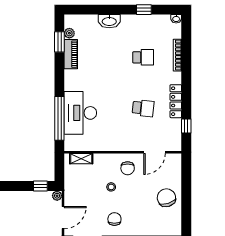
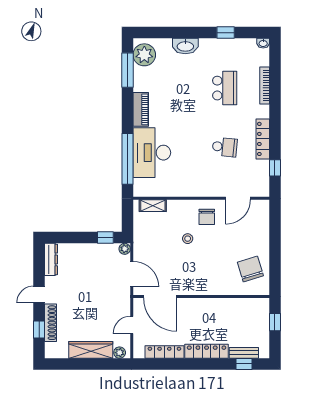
plant: (69, 33) -> (144, 55), width x1.88, depth x1.88
window: (59, 42) -> (127, 70), width x1.44
piano: (71, 54) -> (141, 109), moved
school desk: (143, 57) -> (225, 88), width x1.85
chair: (166, 198) -> (250, 269), moved
door: (63, 218) -> (132, 274), hinge flipped
chair: (114, 219) -> (191, 276), removed

